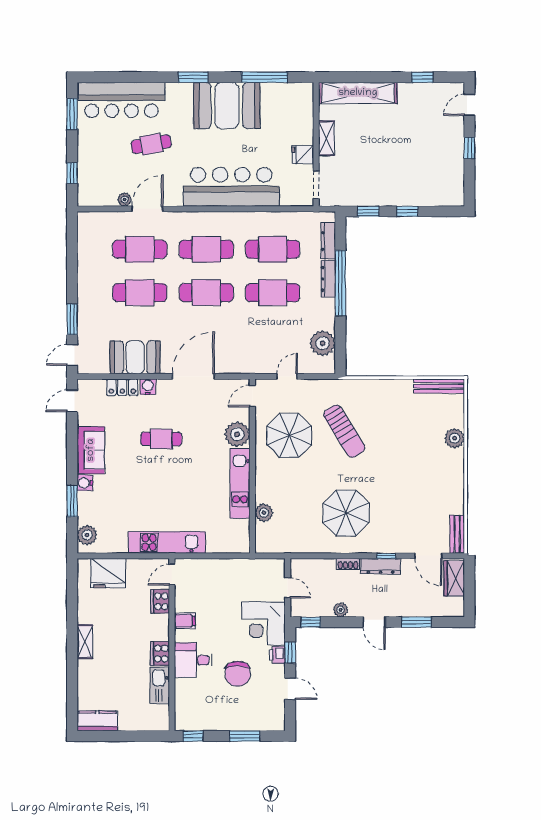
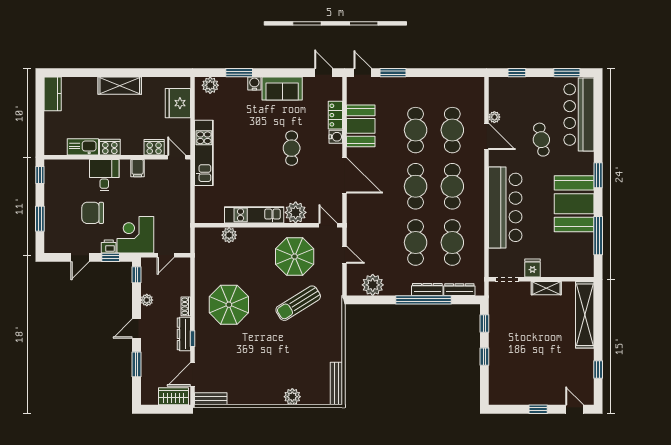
shelving: (85, 642) -> (120, 86), width x1.50, depth x1.33

